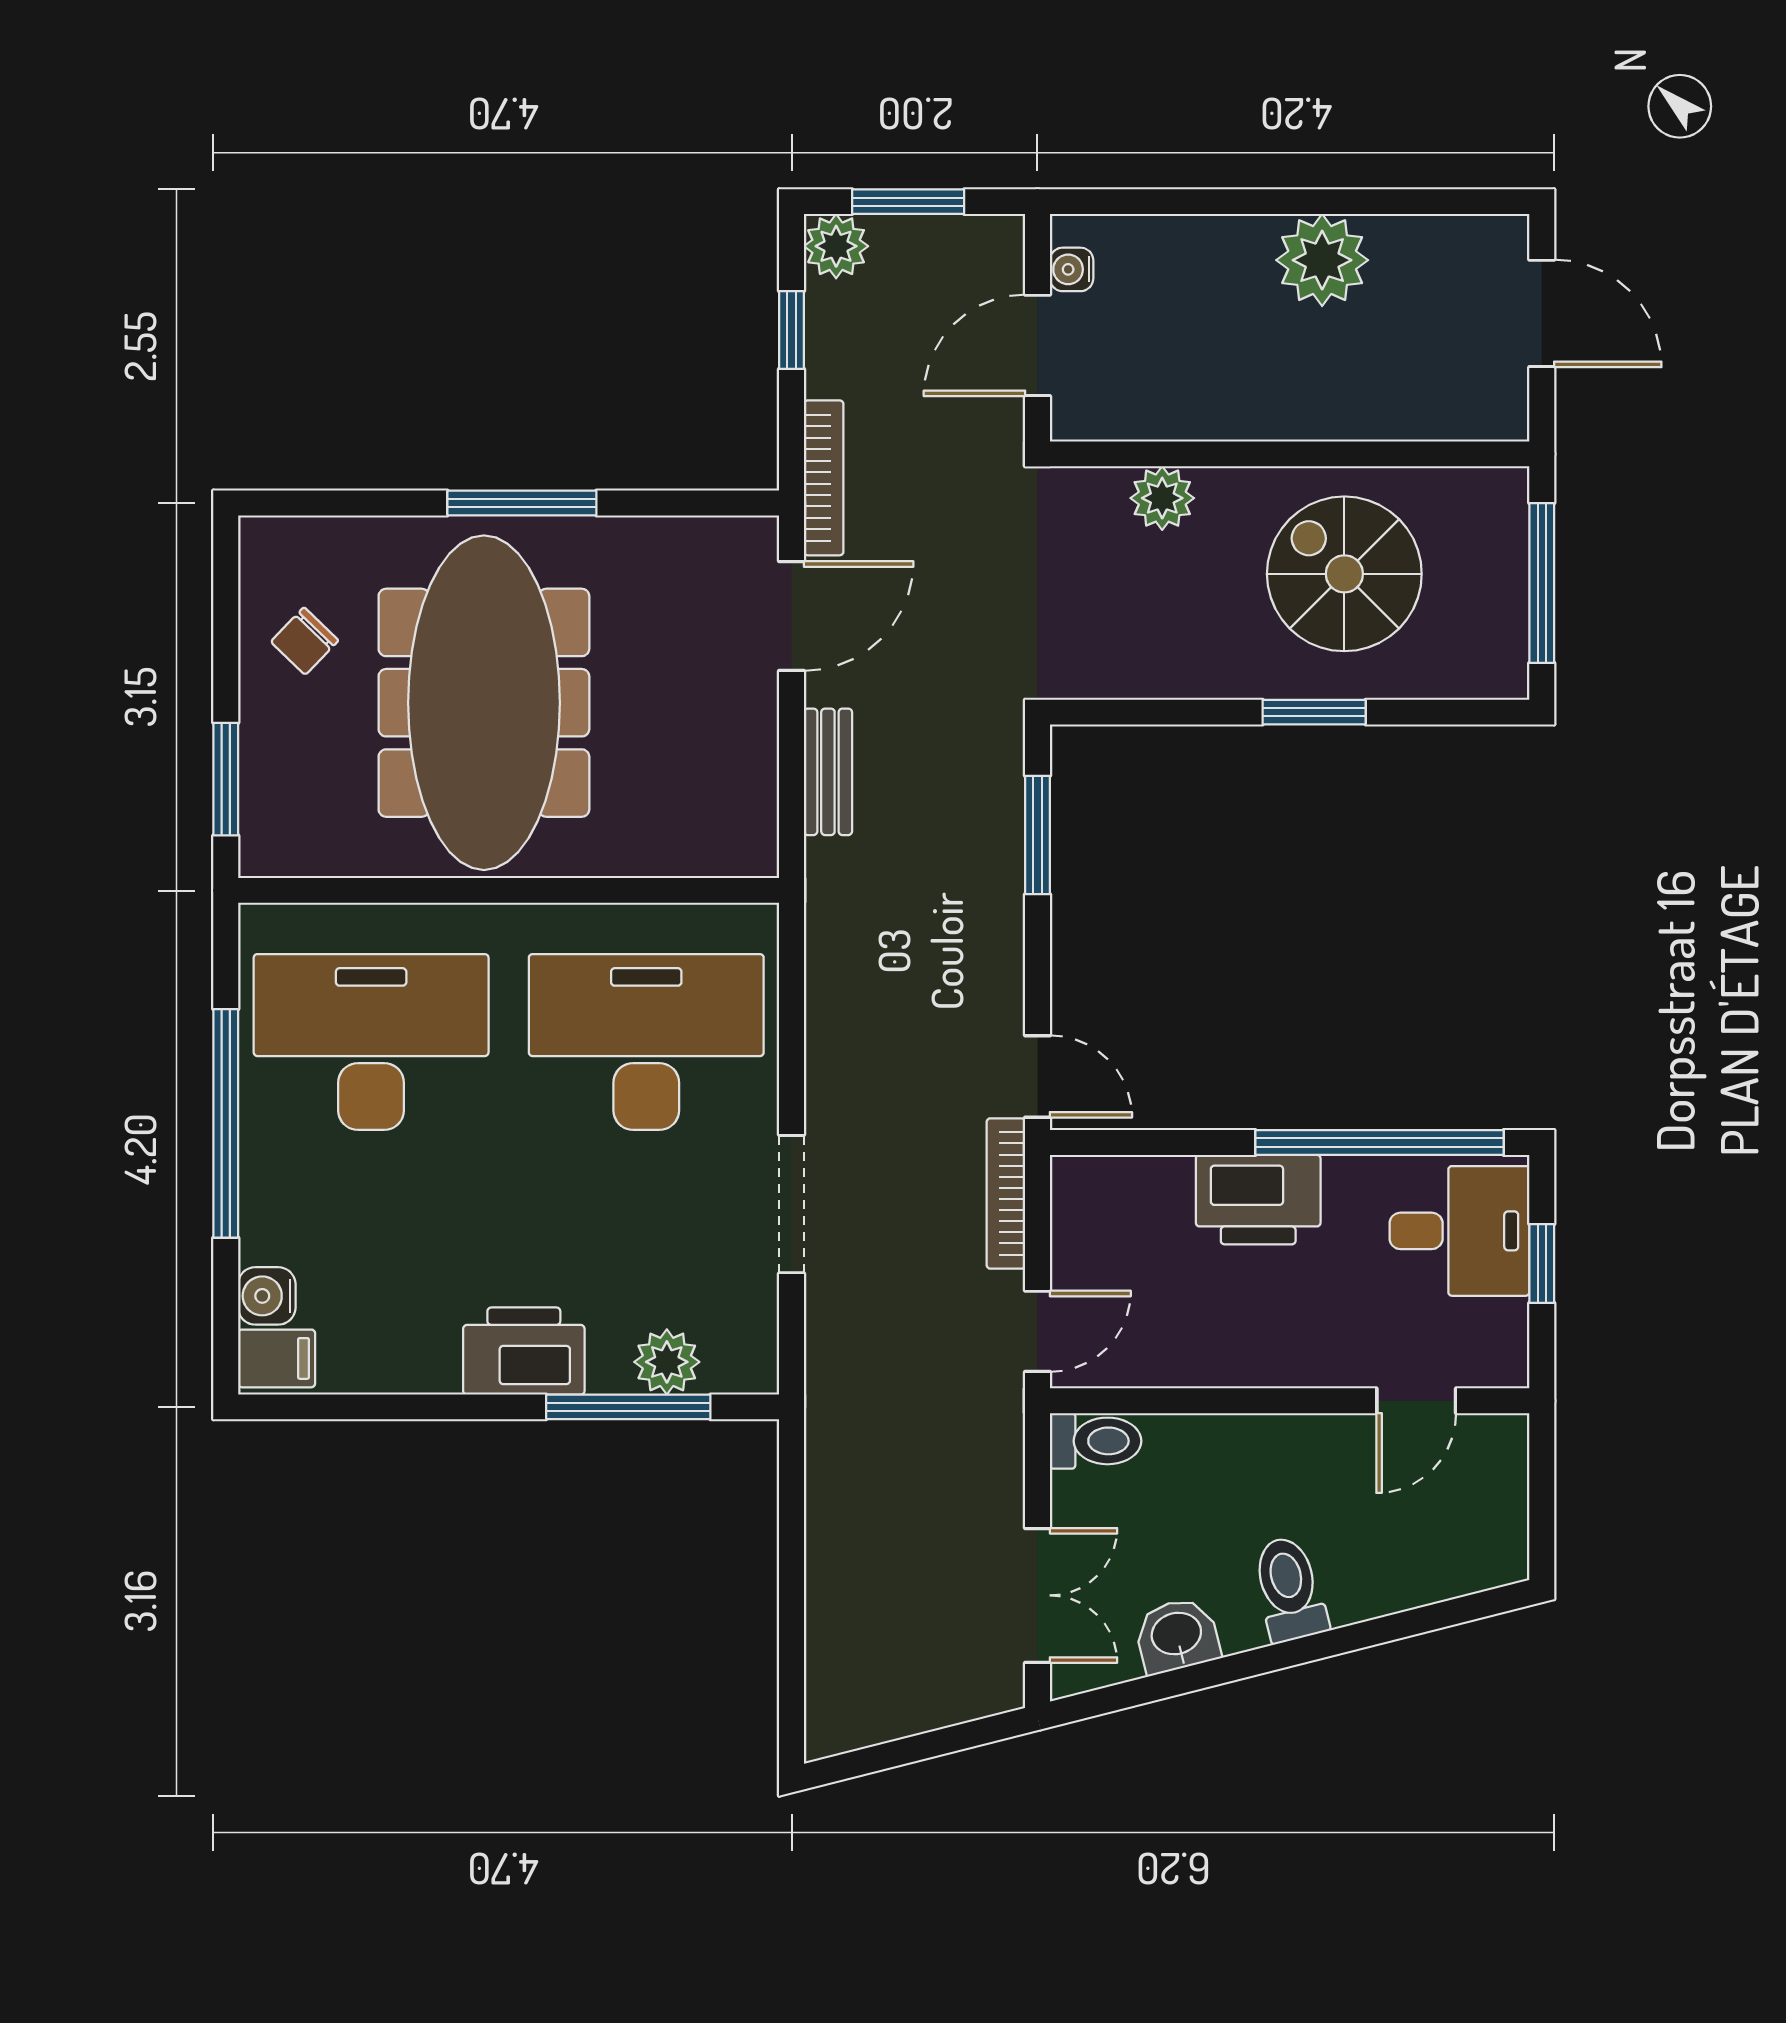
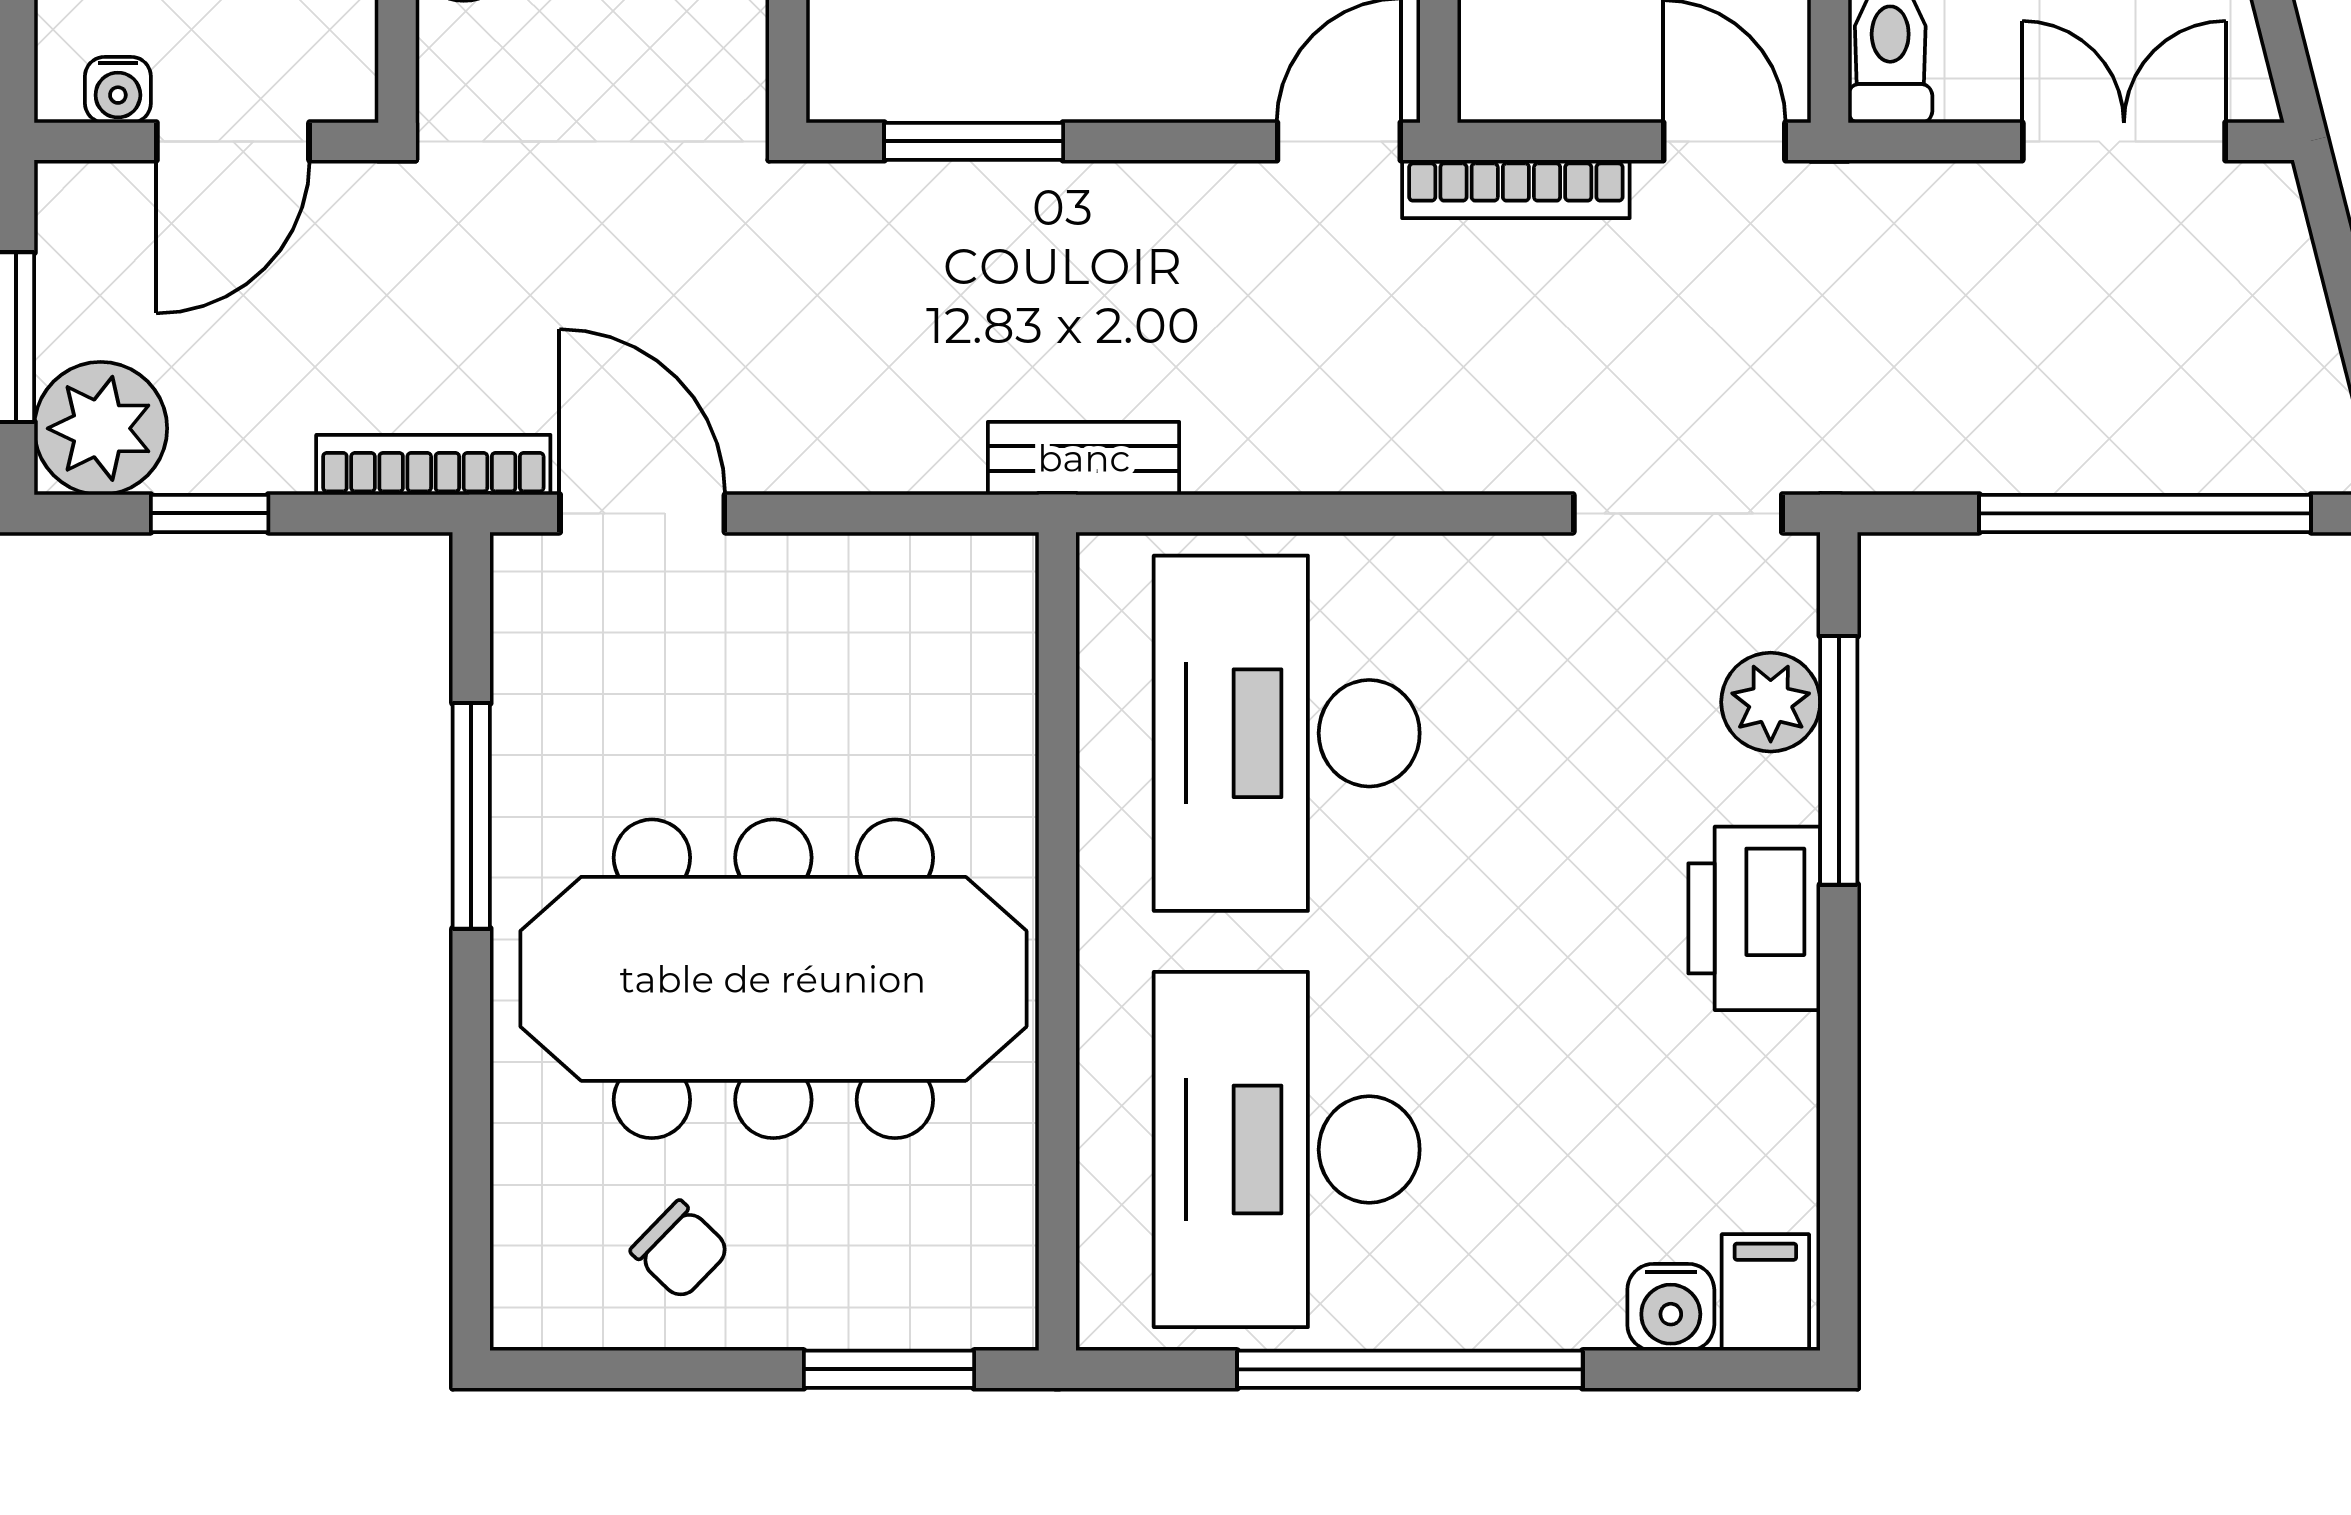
plant: (836, 246) -> (101, 428), width x1.36, depth x1.36
door: (1037, 345) -> (233, 141), hinge flipped
window: (522, 503) -> (471, 816), moved
bench: (828, 772) -> (1084, 458), moved
doorway: (792, 1204) -> (1678, 513), moved
window: (792, 1609) -> (2145, 513), added

